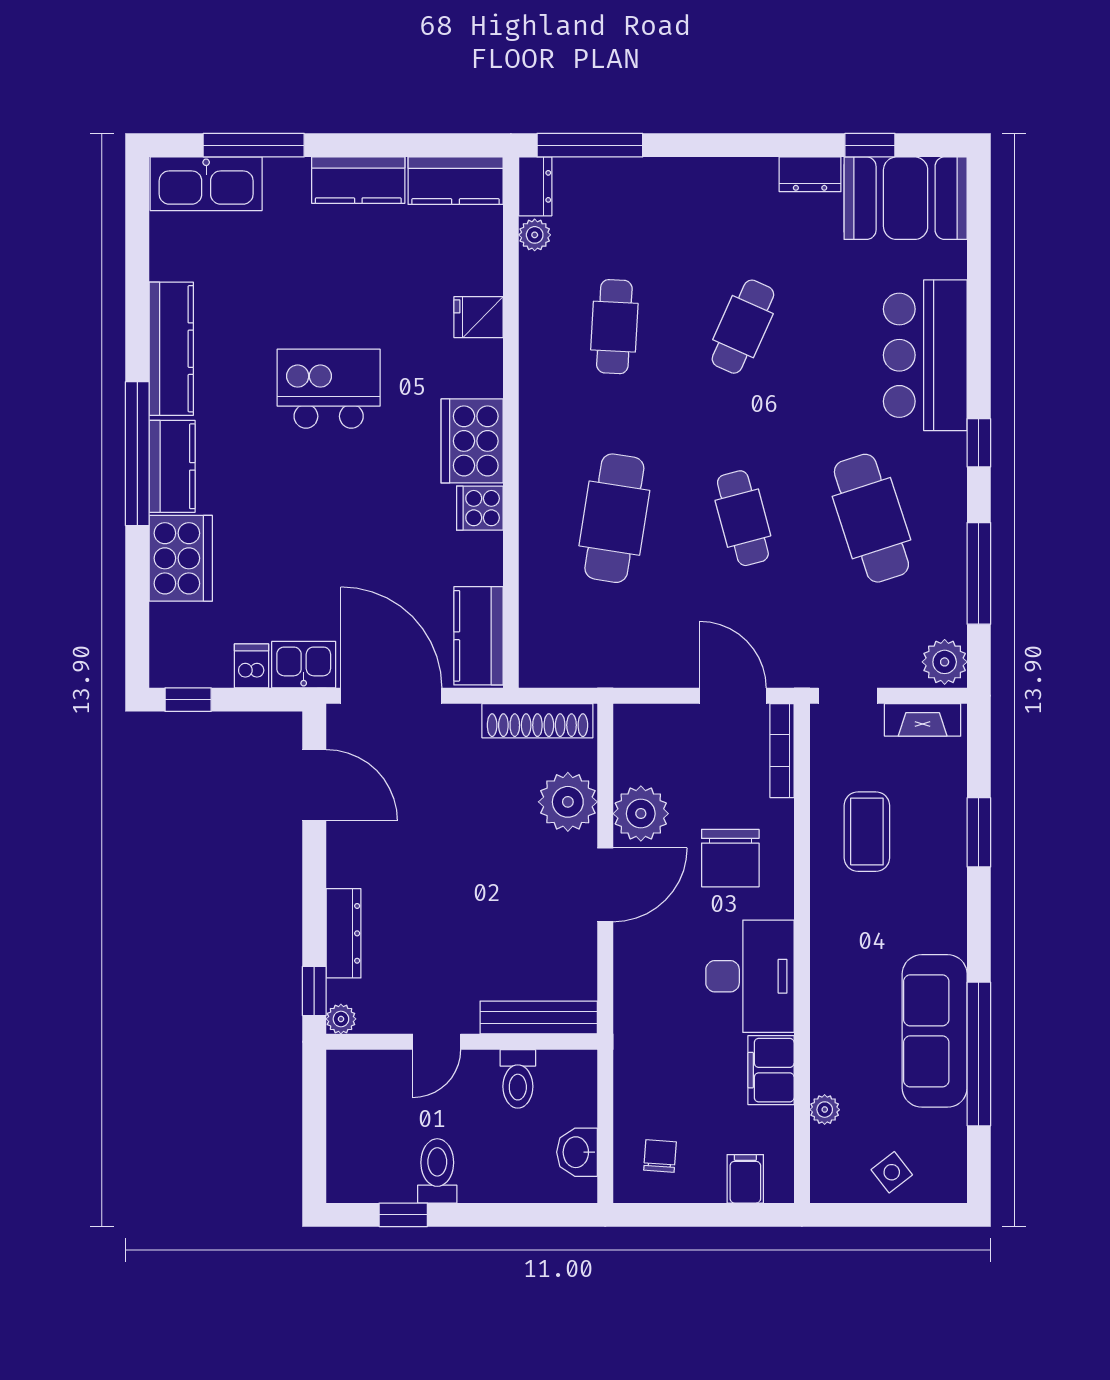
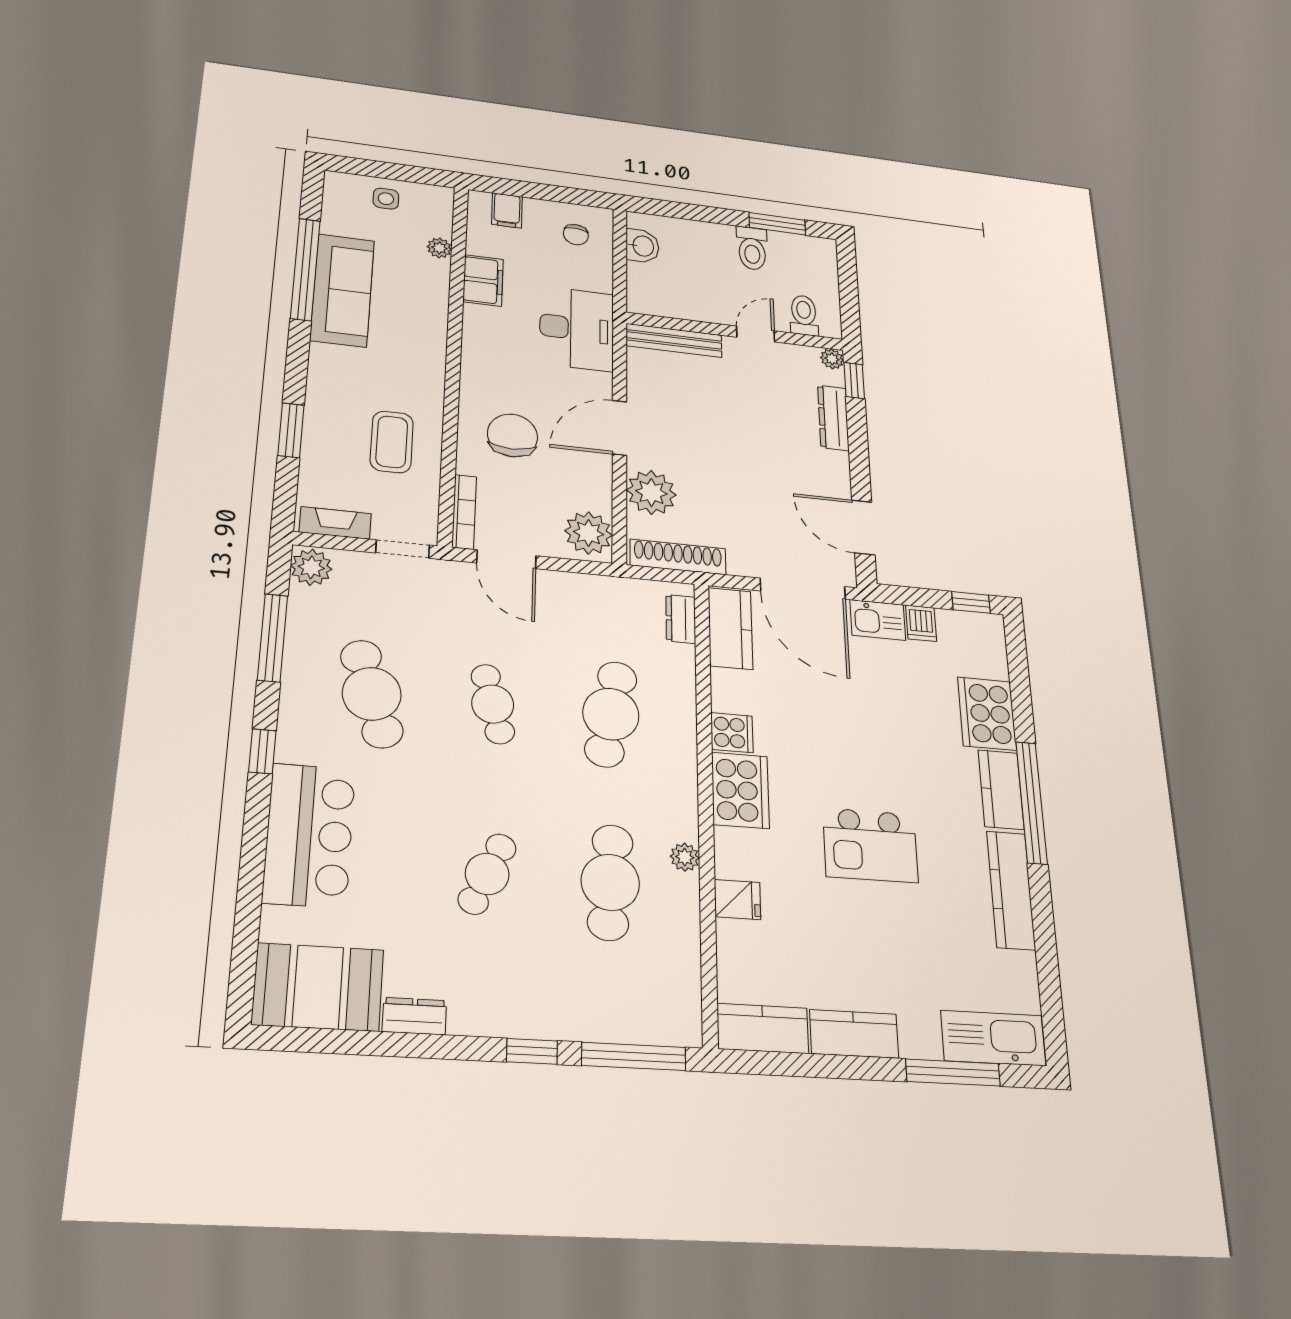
window: (870, 145) -> (532, 1051), moved
dresser: (535, 186) -> (681, 619), moved
plant: (535, 235) -> (685, 857), moved
cafe table: (614, 327) -> (610, 882), width x1.37, depth x1.35
plant: (641, 814) -> (588, 533), moved
desk: (750, 976) -> (577, 329), moved, turned 180
toilet: (518, 1079) -> (804, 315), moved
side table: (892, 1172) -> (386, 199), turned 38
window: (403, 1215) -> (777, 224), width x1.50

